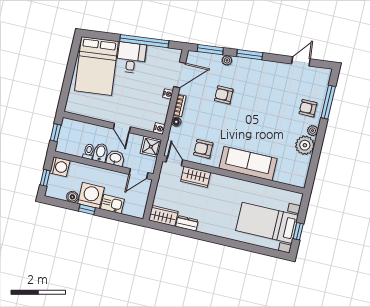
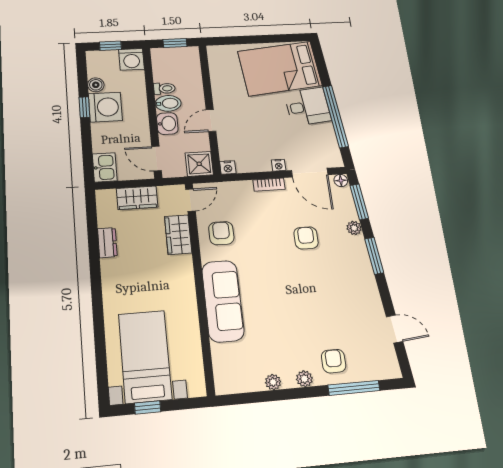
floor lamp: (176, 122) -> (341, 180), moved
plant: (305, 145) -> (273, 382), width x0.53, depth x0.53
kitchen sink: (112, 204) -> (105, 167), moved
wardrobe: (163, 216) -> (137, 198), moved, turned 90

